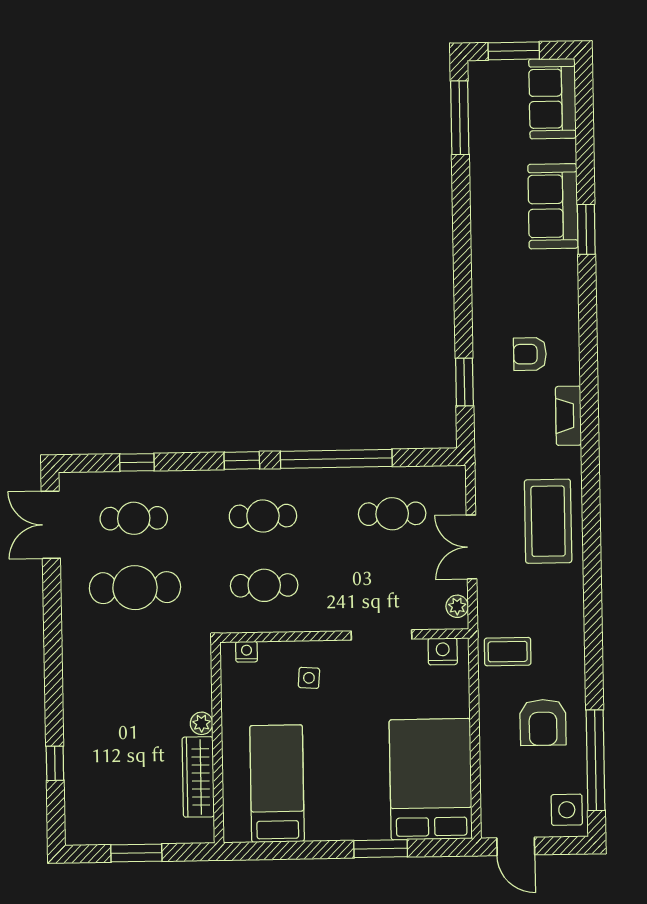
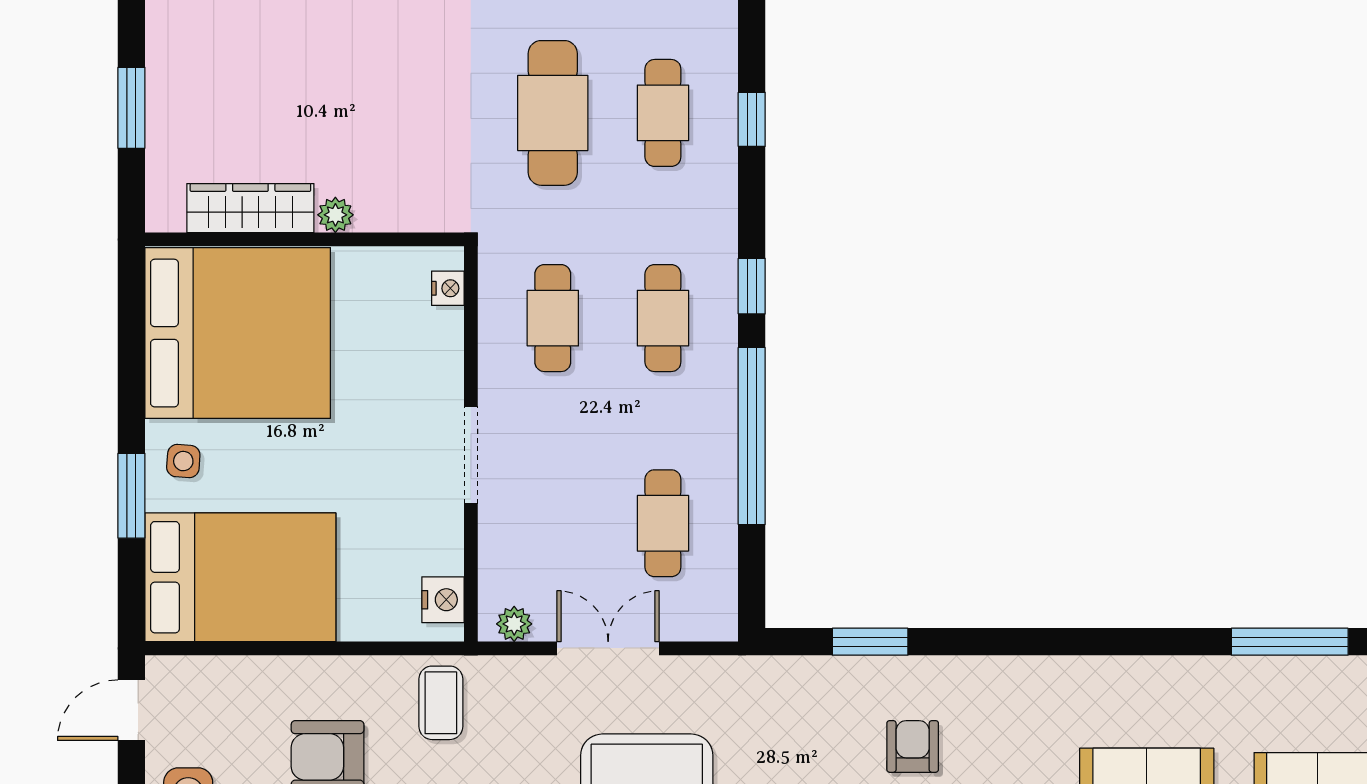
doorway: (381, 635) -> (471, 455), moved
side table: (309, 678) -> (183, 461), moved
bed: (277, 784) -> (238, 333), width x2.04

